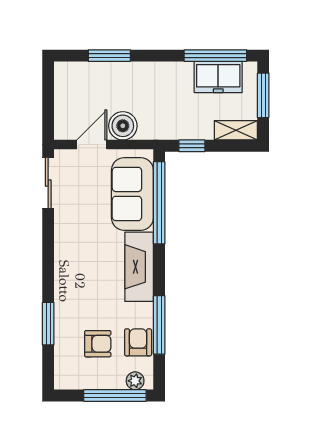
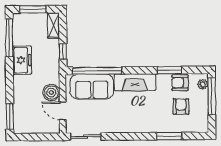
window: (109, 56) -> (10, 116), moved
freezer: (218, 77) -> (22, 60), moved
window: (159, 325) -> (170, 70), width x0.69

